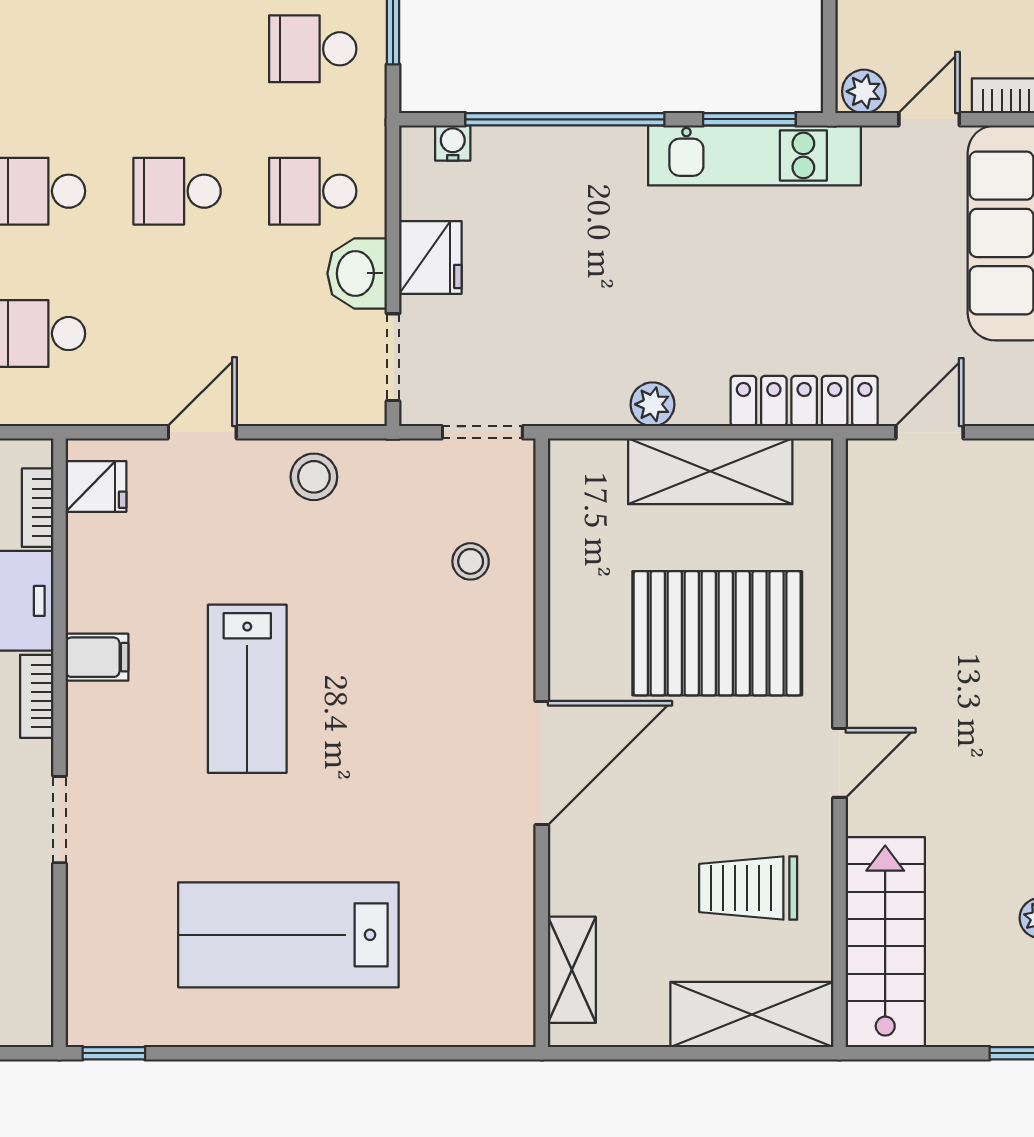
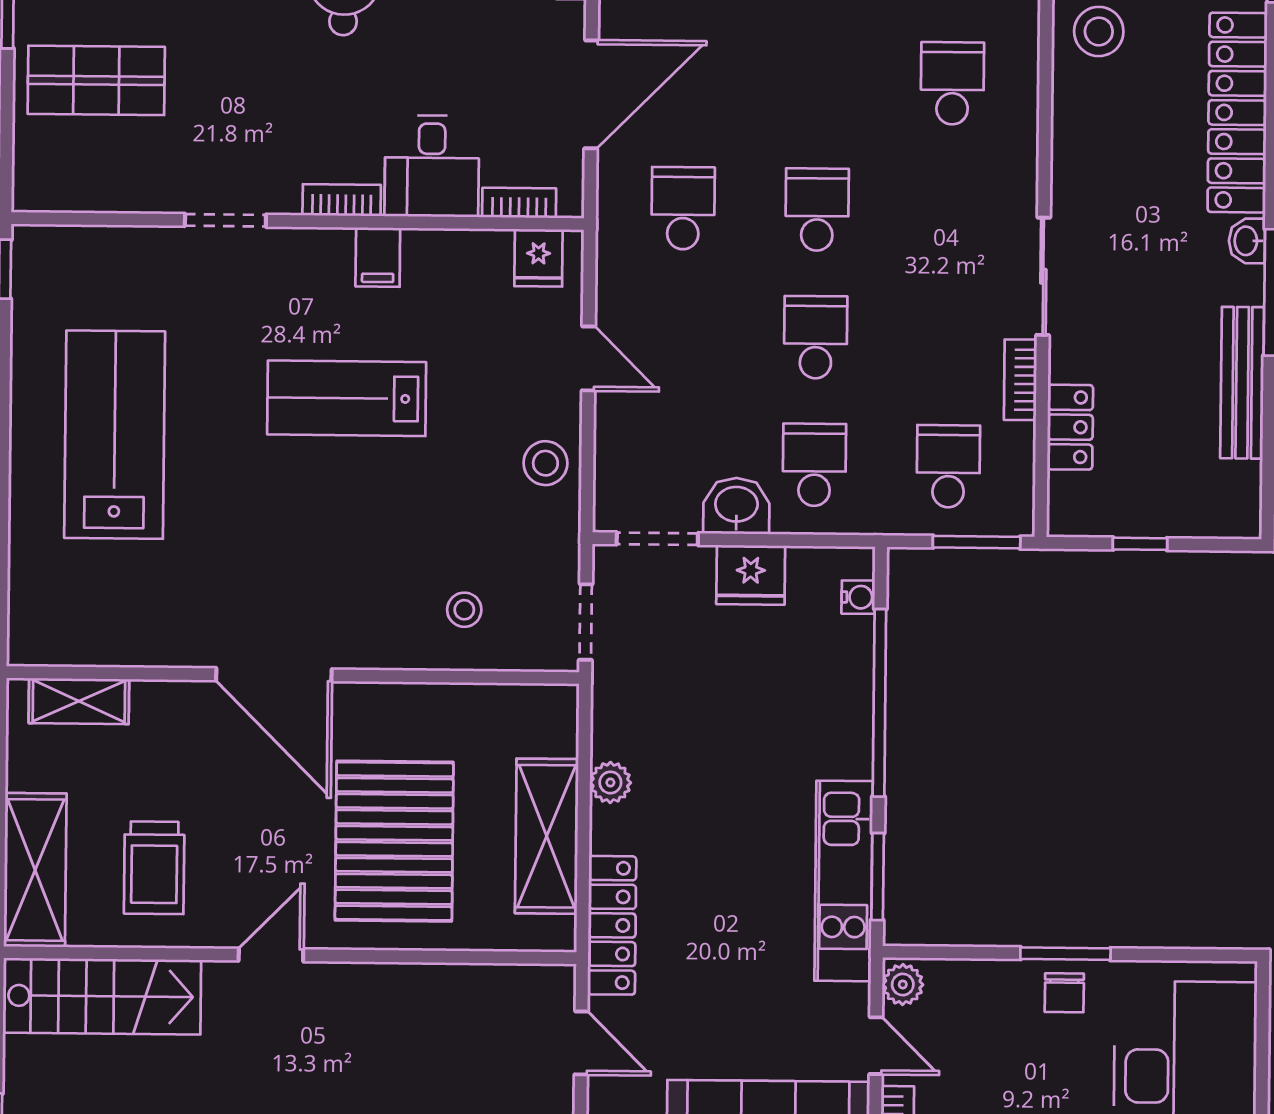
door: (839, 763) -> (271, 955), swing flipped
trolley: (748, 888) -> (154, 868), turned 180

